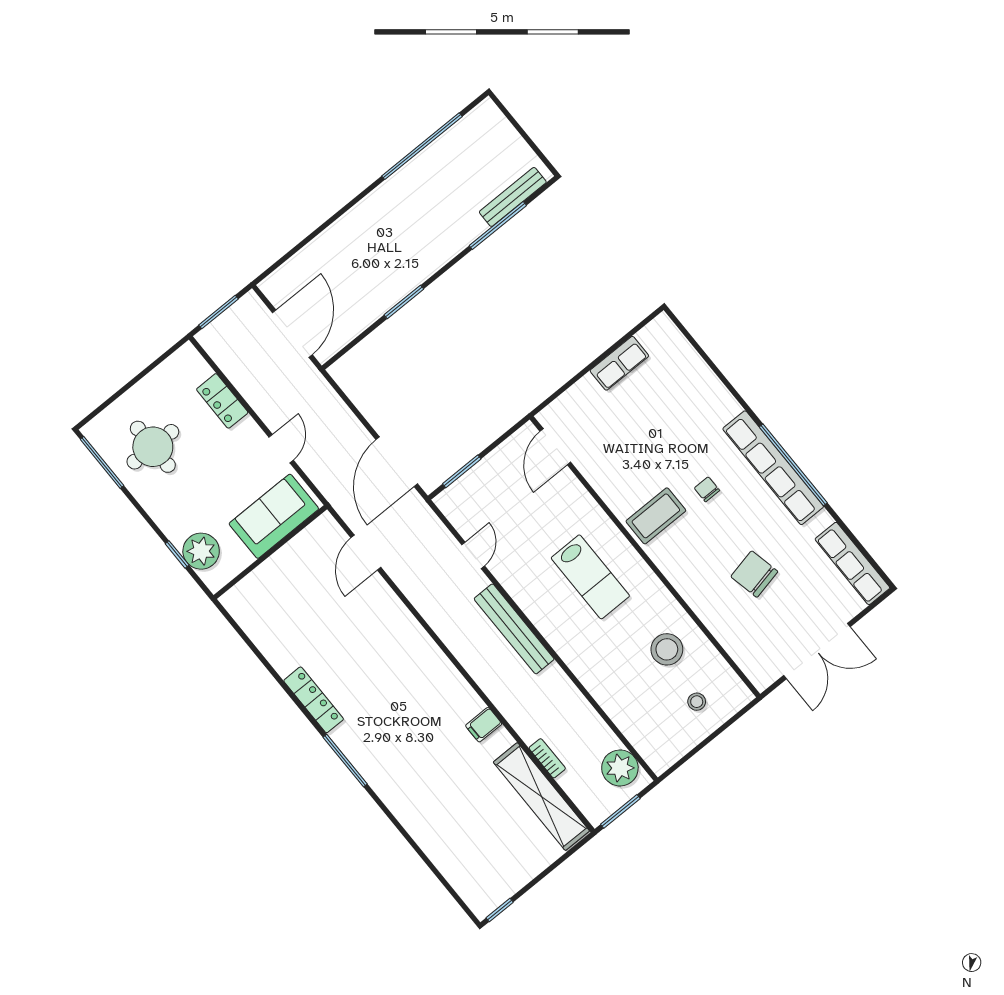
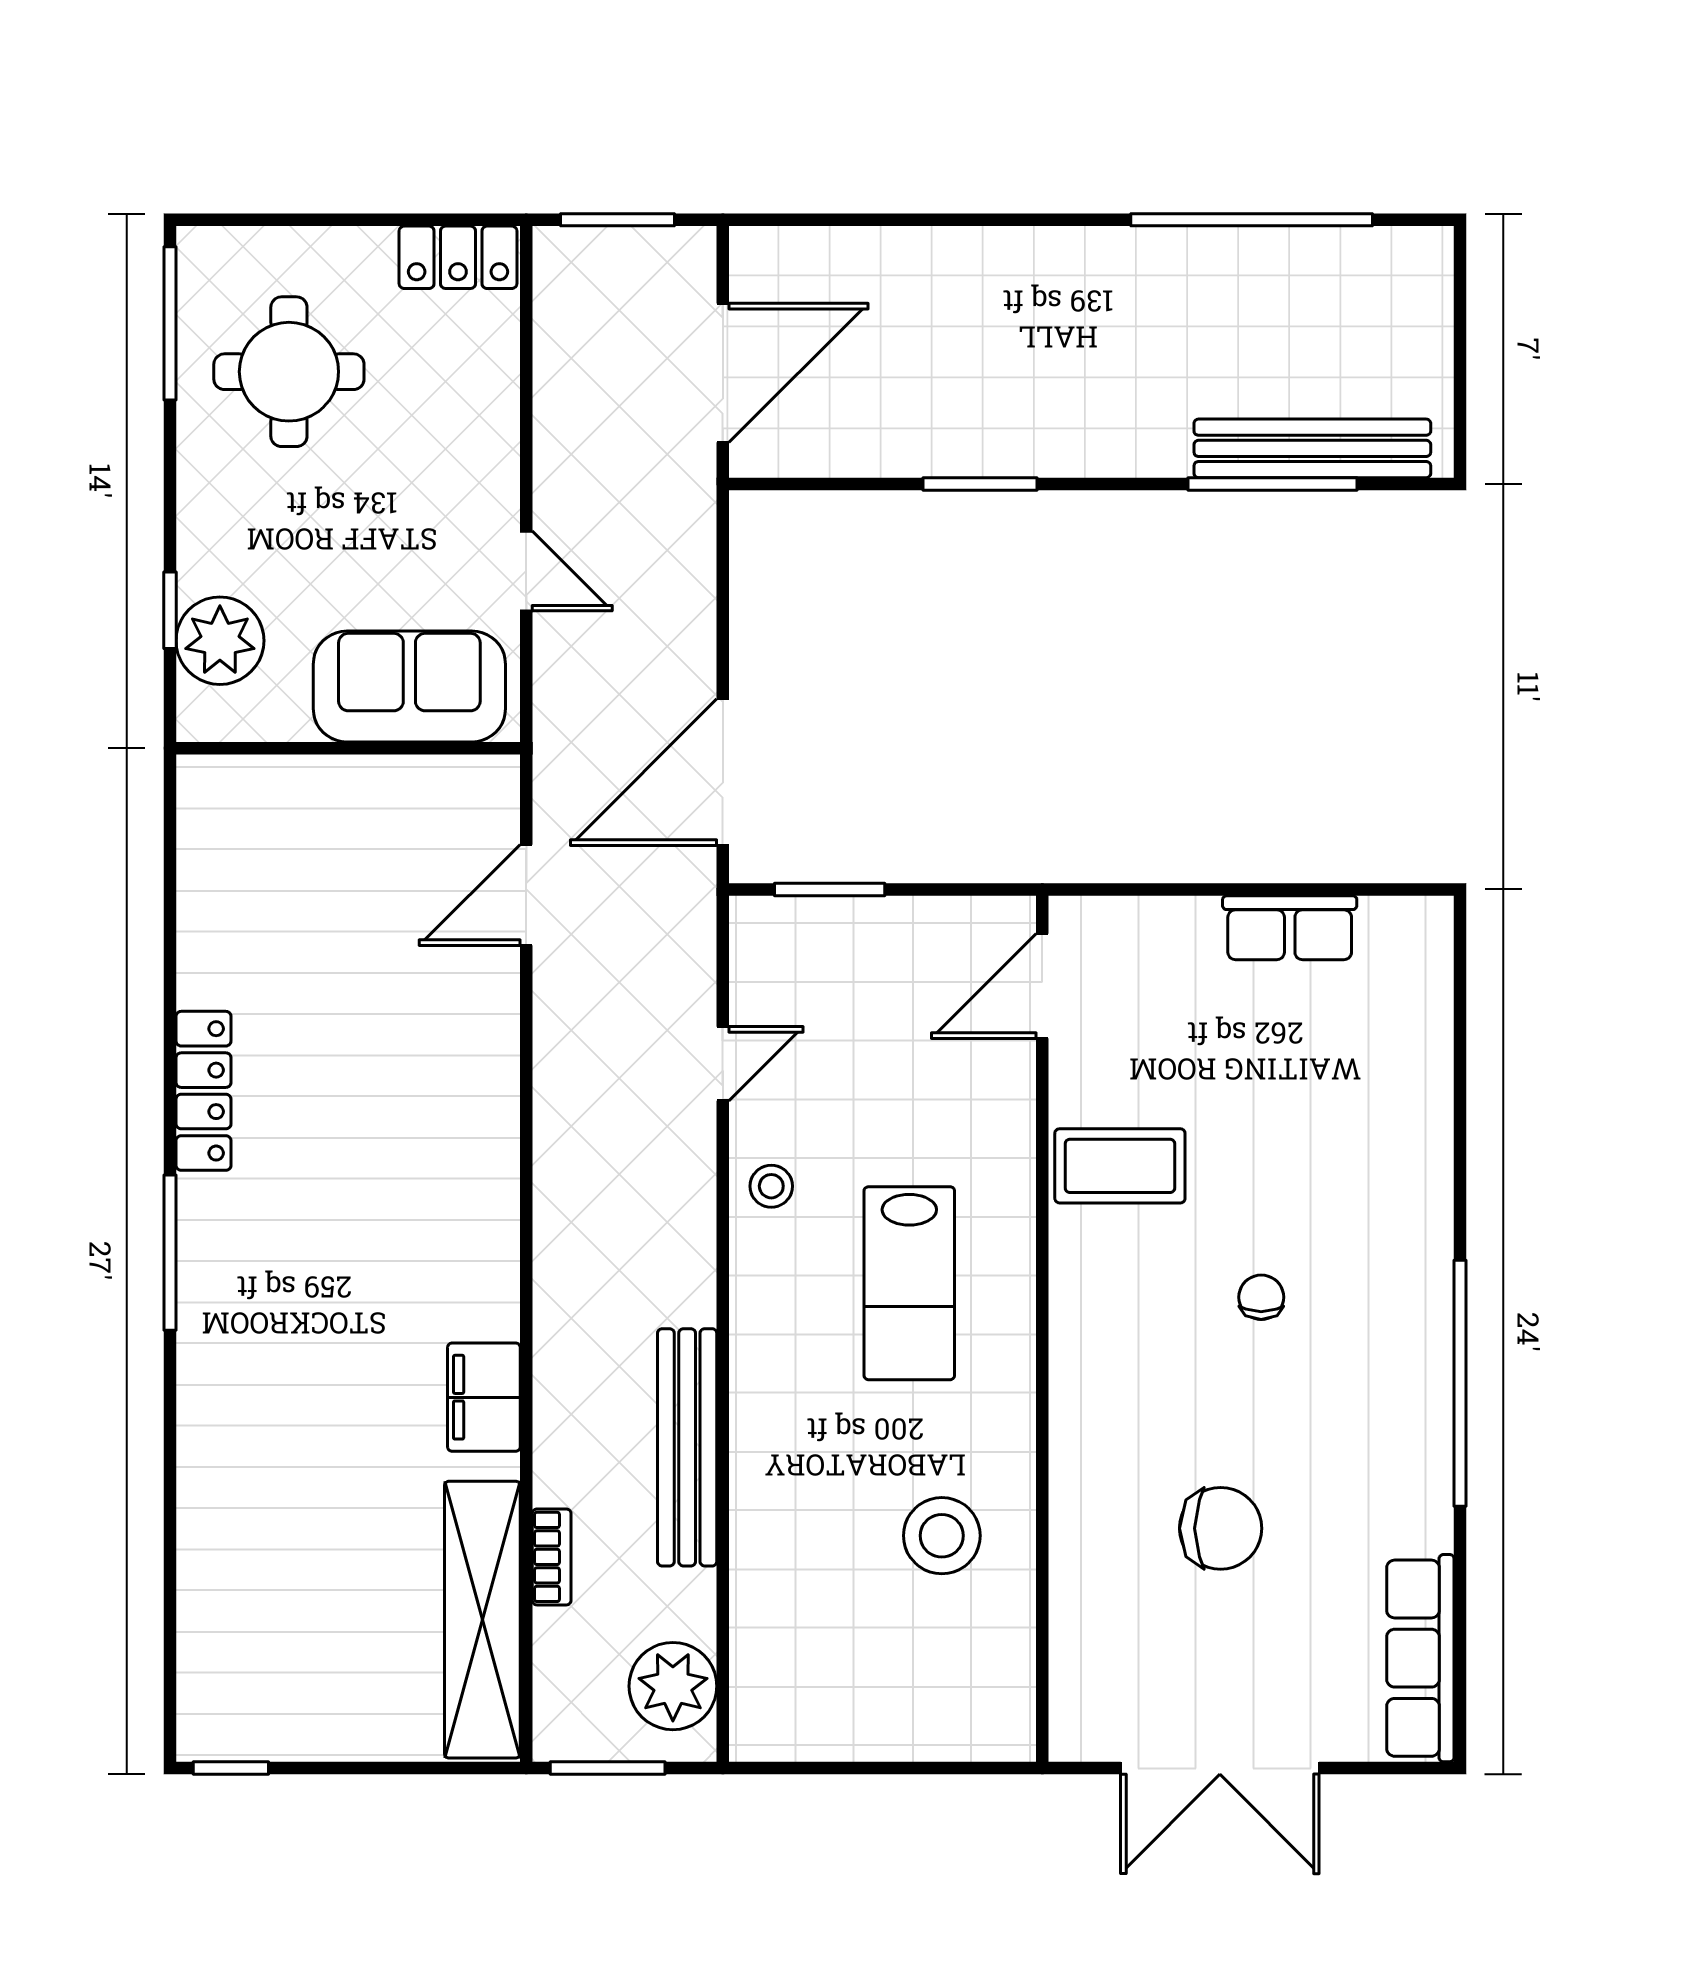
bench: (513, 197) -> (1312, 448), width x1.37, depth x1.21
locker: (222, 401) -> (458, 257), moved, turned -90
door: (281, 449) -> (526, 571), hinge flipped
row of seats: (773, 468) -> (1418, 1358), removed
coffee table: (656, 516) -> (1120, 1166), moved
chair: (754, 574) -> (1221, 1528), turned 102
bench: (514, 629) -> (687, 1447), moved
stool: (697, 702) -> (771, 1186), moved
filing cabinet: (484, 725) -> (484, 1397), width x2.00

